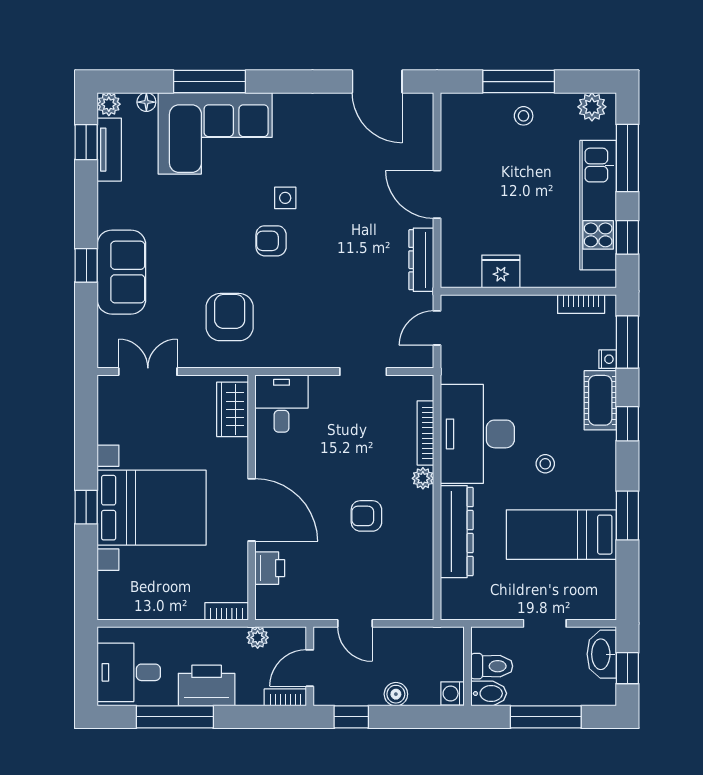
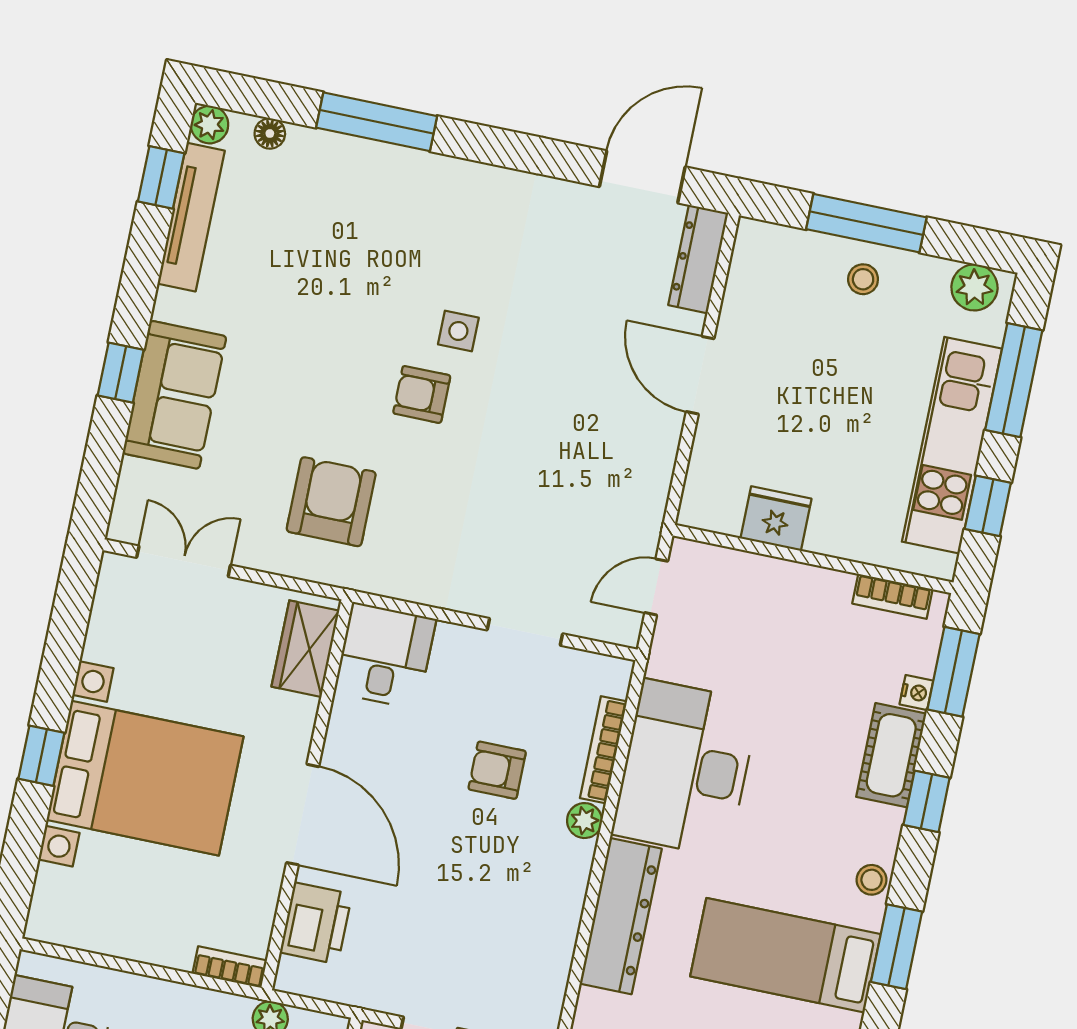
door: (377, 82) -> (642, 177), swing flipped
corner sofa: (215, 133) -> (368, 206), removed
tv unit: (109, 150) -> (191, 217), width x1.41
dresser: (421, 260) -> (698, 259), moved
stool: (545, 464) -> (872, 880), moved
armchair: (366, 516) -> (497, 770), moved
printer: (270, 568) -> (316, 923), width x1.36, depth x1.24

